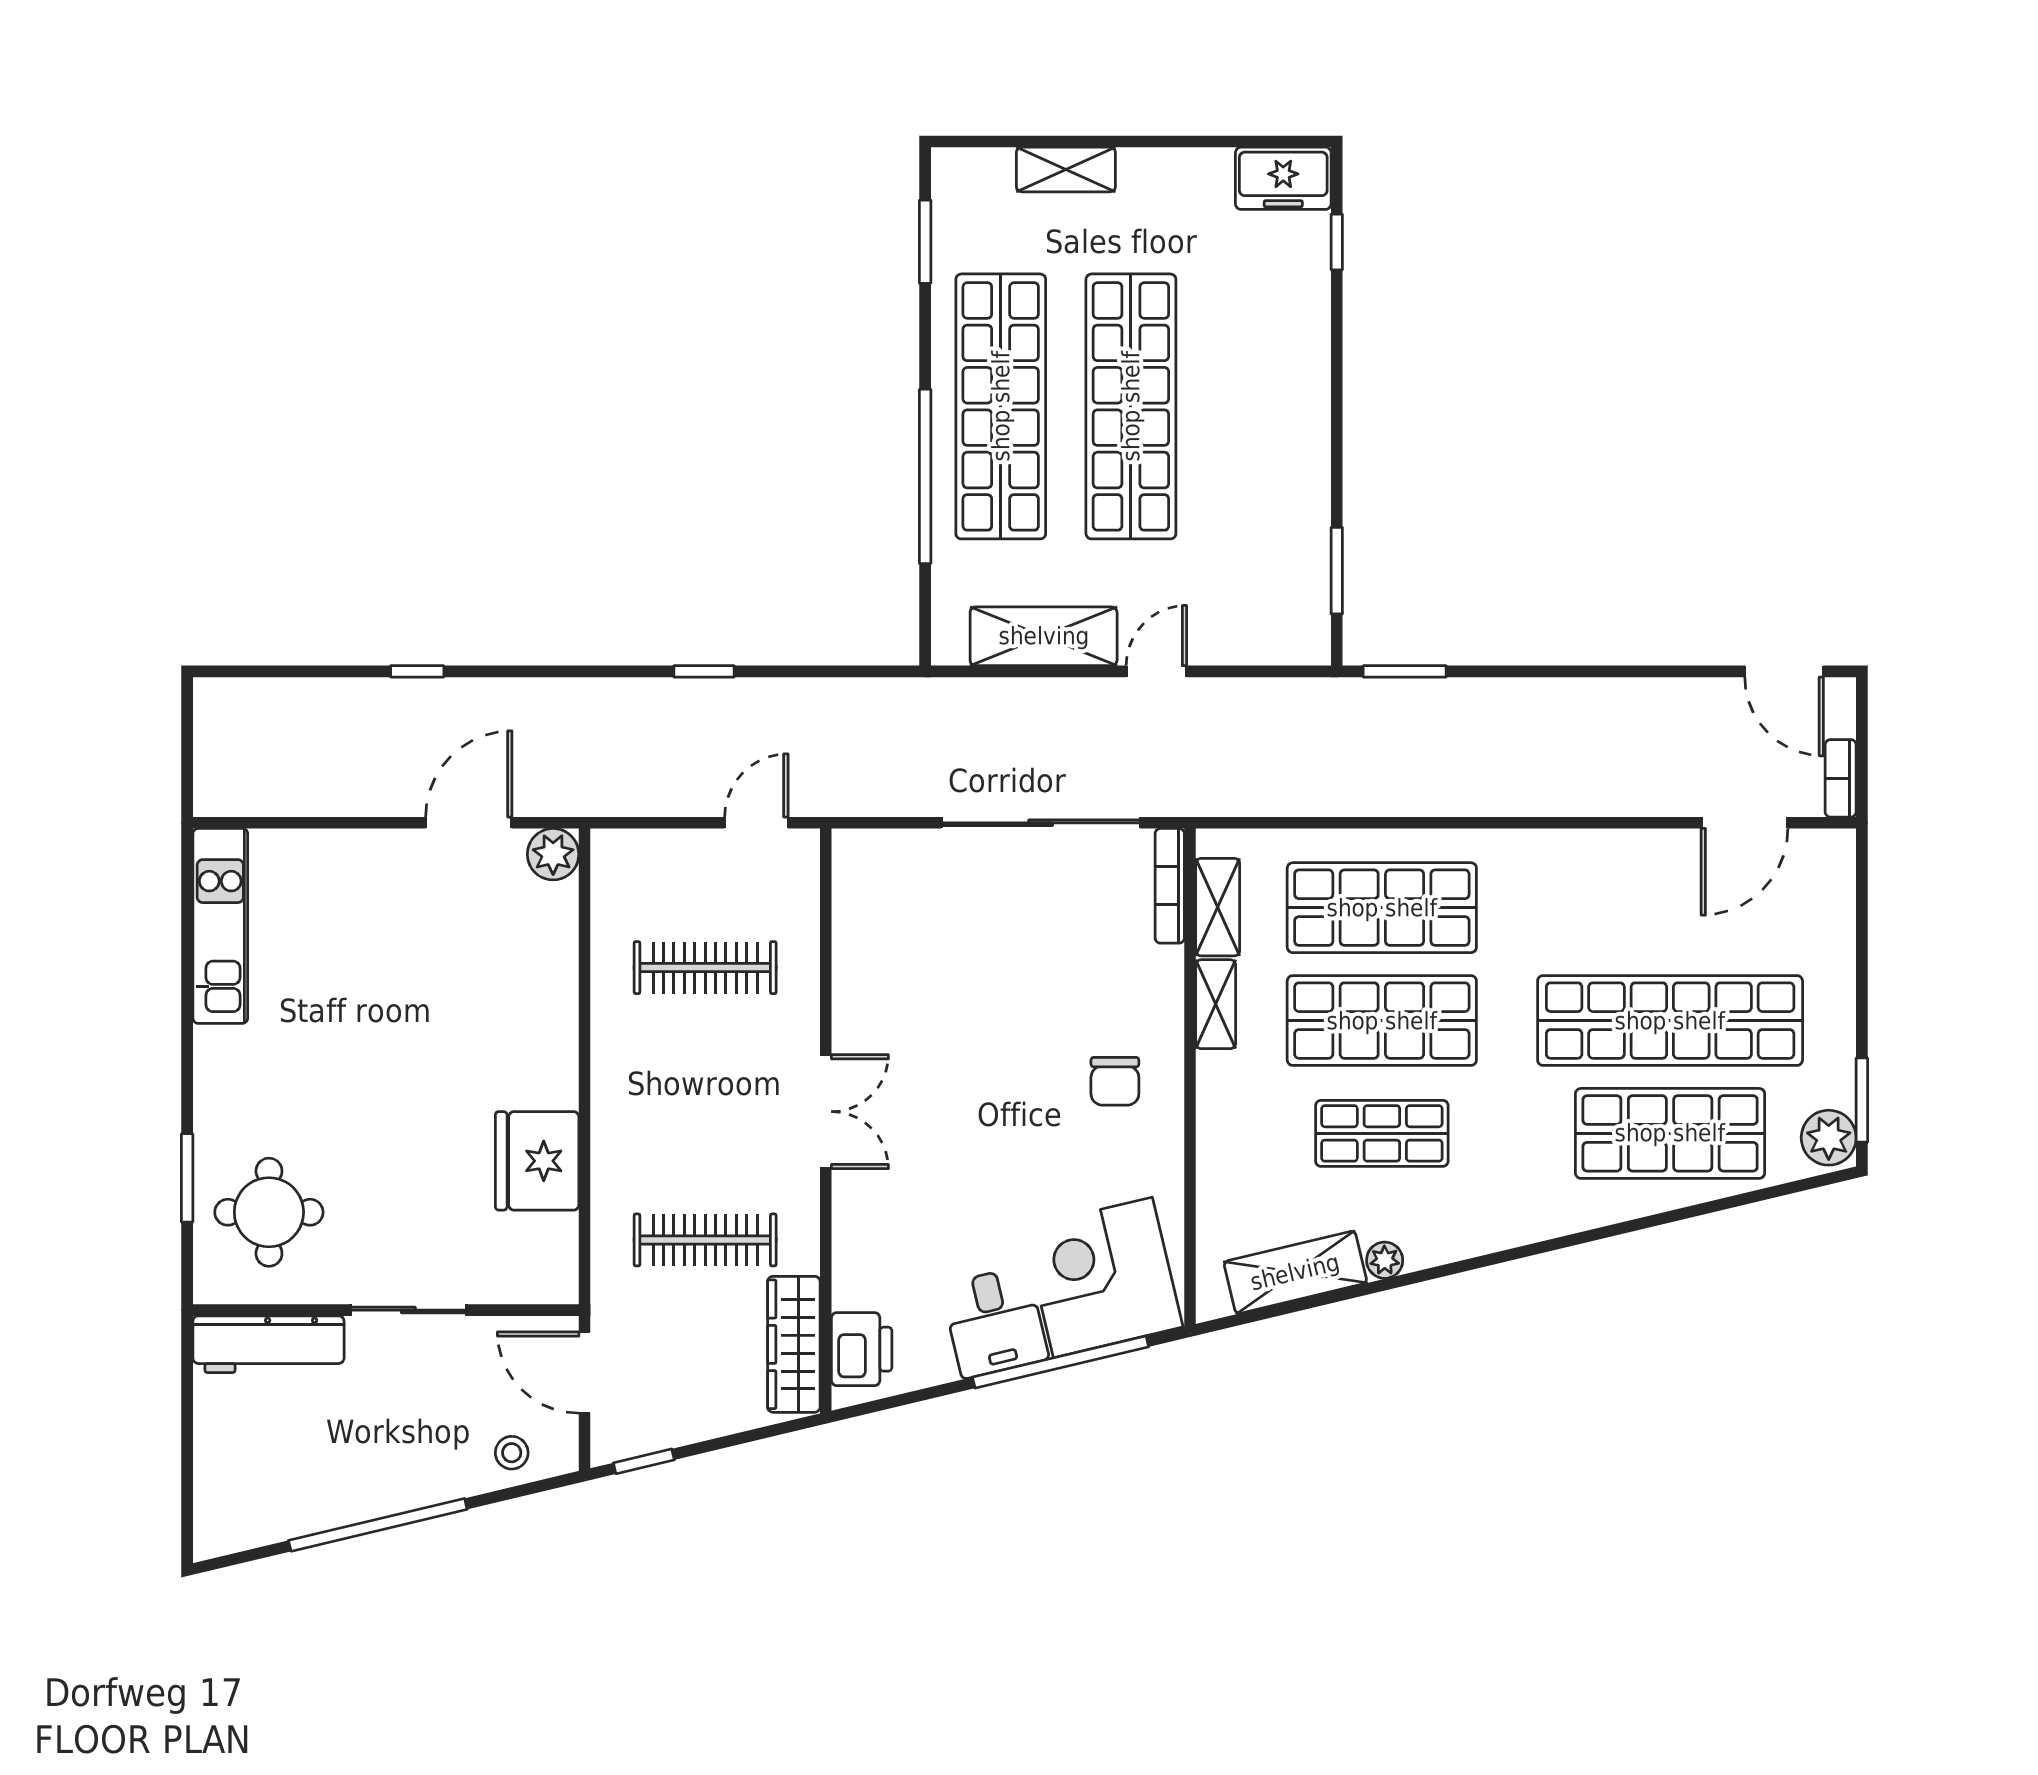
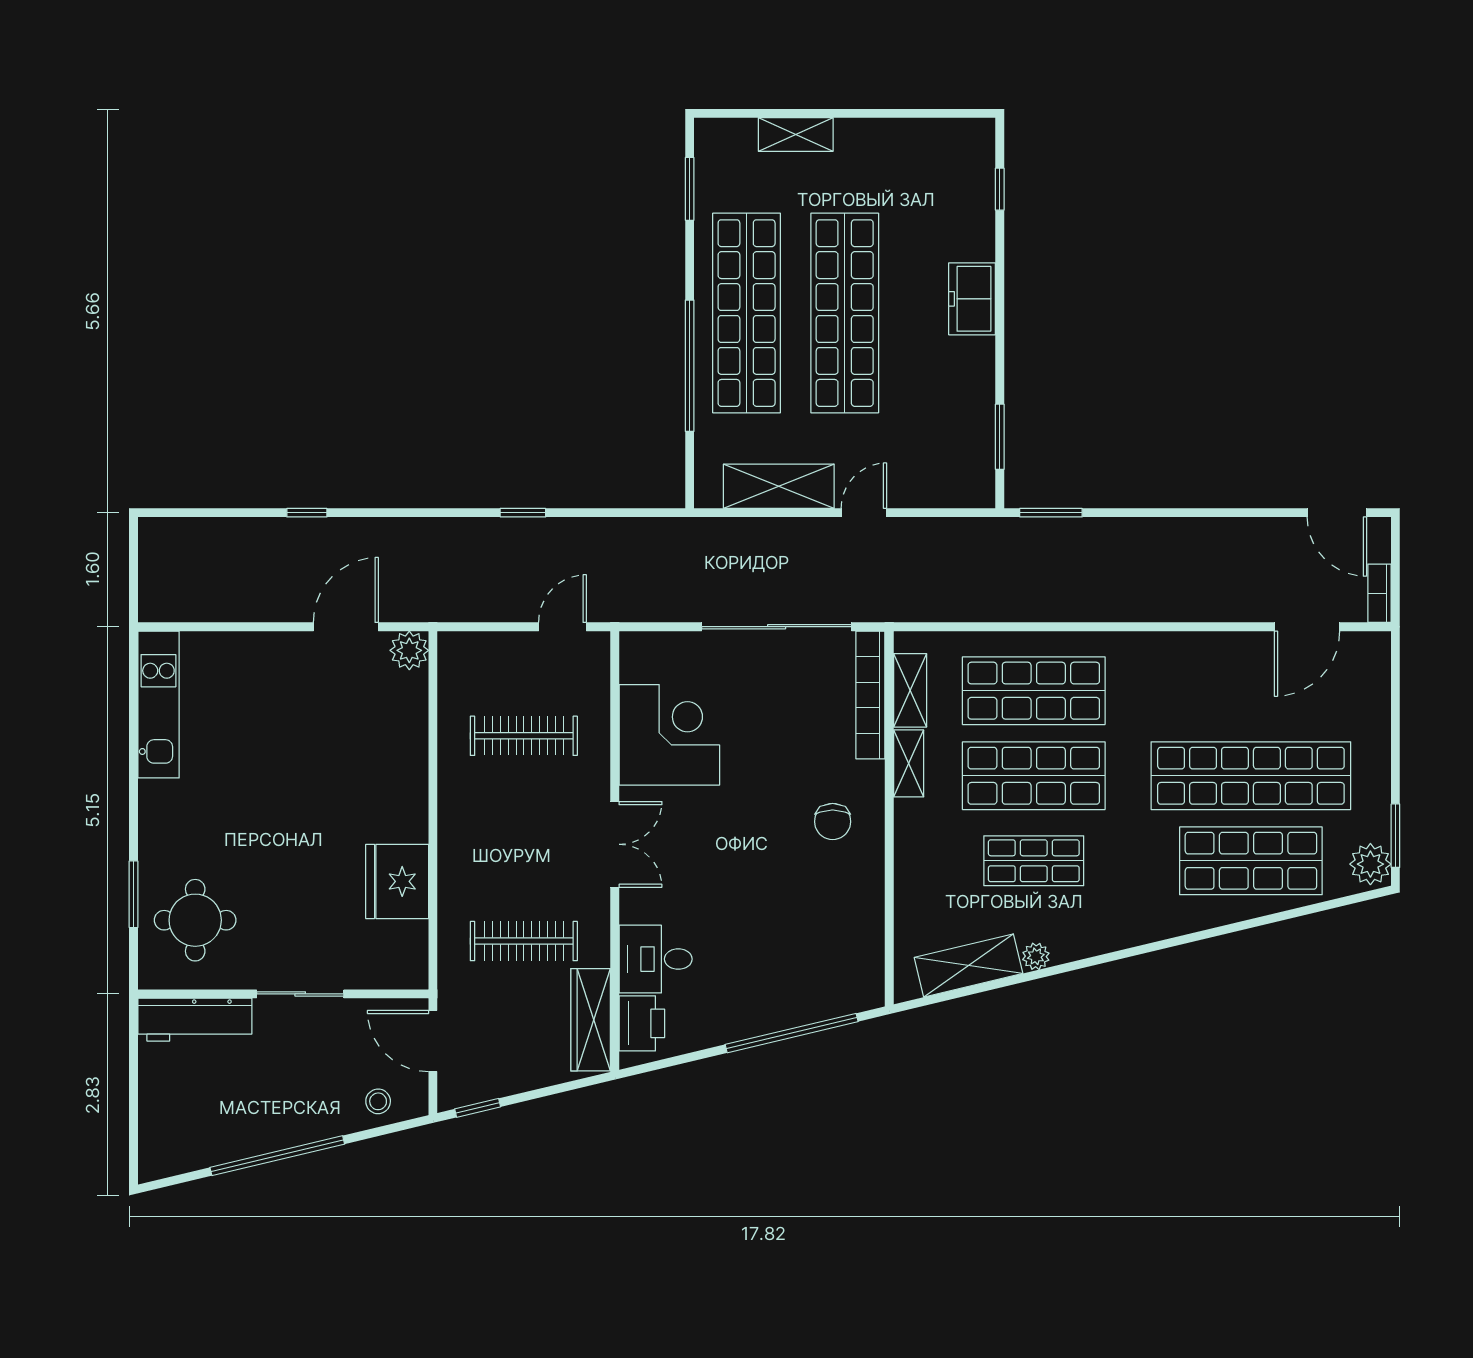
freezer: (1283, 178) -> (972, 299), moved, turned 90
bookcase: (1170, 886) -> (870, 695), width x1.48, depth x1.31
corner desk: (1103, 1277) -> (669, 735), moved, turned 103
desk: (995, 1322) -> (656, 959), moved, turned 103

